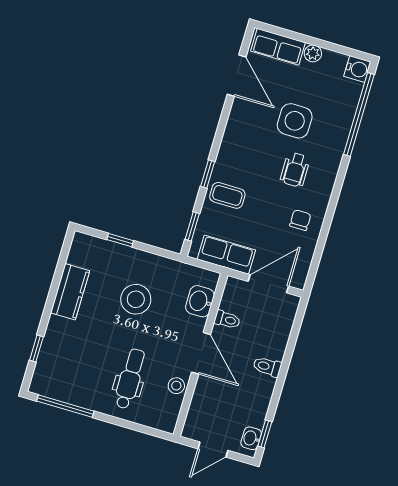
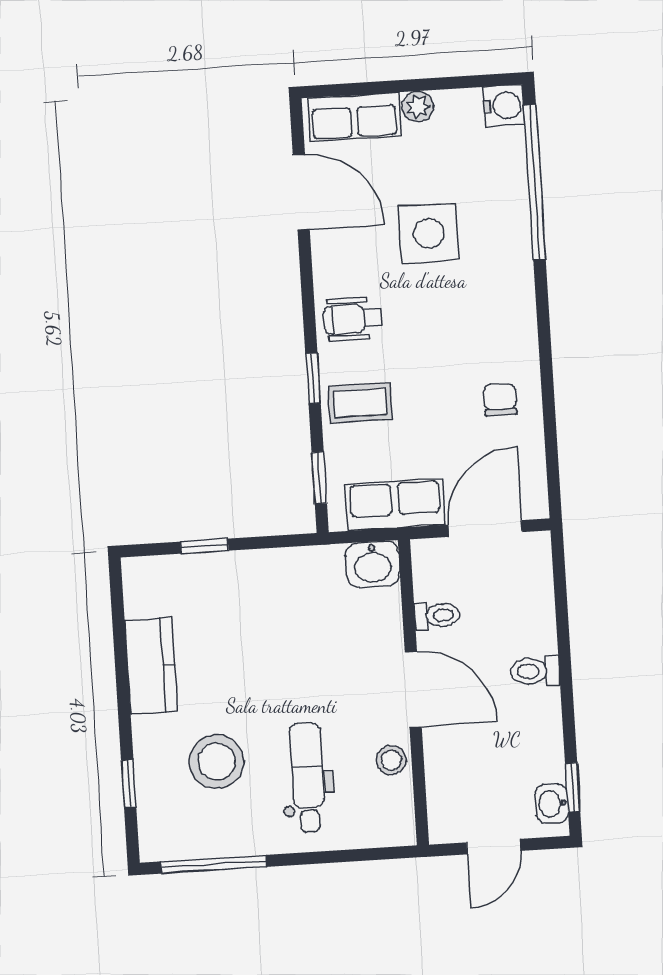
wheelchair: (295, 170) -> (353, 319), moved, turned 90
stool: (136, 299) -> (217, 762), moved
washbasin: (200, 301) -> (373, 564), moved, turned -90

